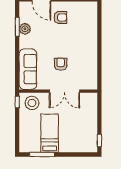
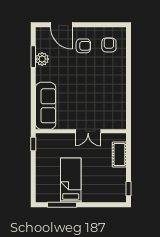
armchair: (61, 64) -> (109, 45), moved
double door: (64, 91) -> (88, 131), width x0.73
stool: (32, 103) -> (50, 145), removed
cot: (91, 111) -> (119, 155), added

